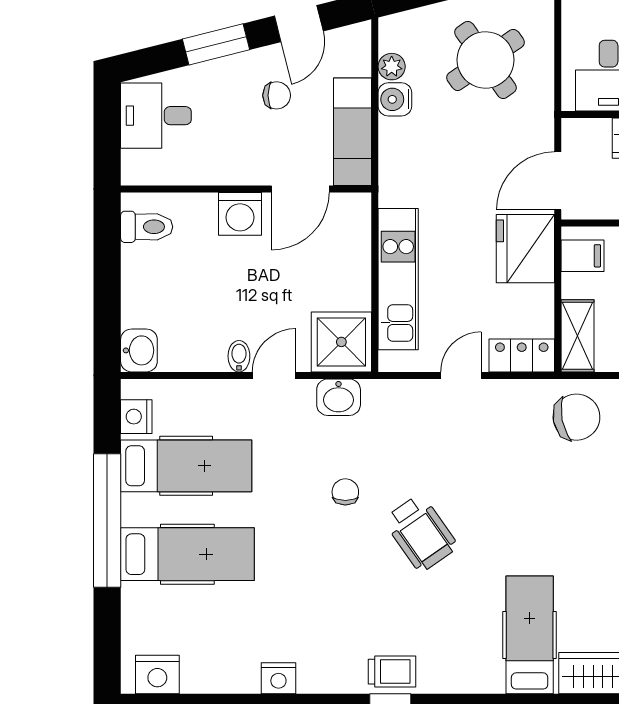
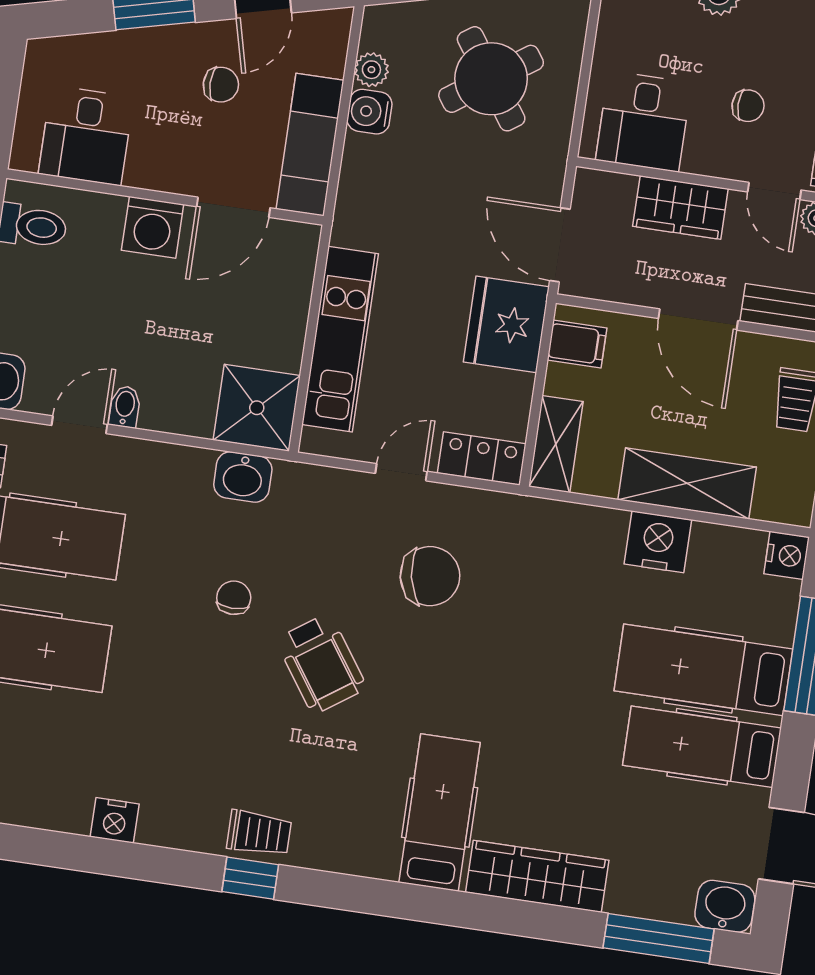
desk: (156, 116) -> (86, 136), moved, turned -90
door: (558, 181) -> (560, 245), hinge flipped
door: (274, 375) -> (79, 425), moved
chair: (576, 417) -> (430, 576), moved

